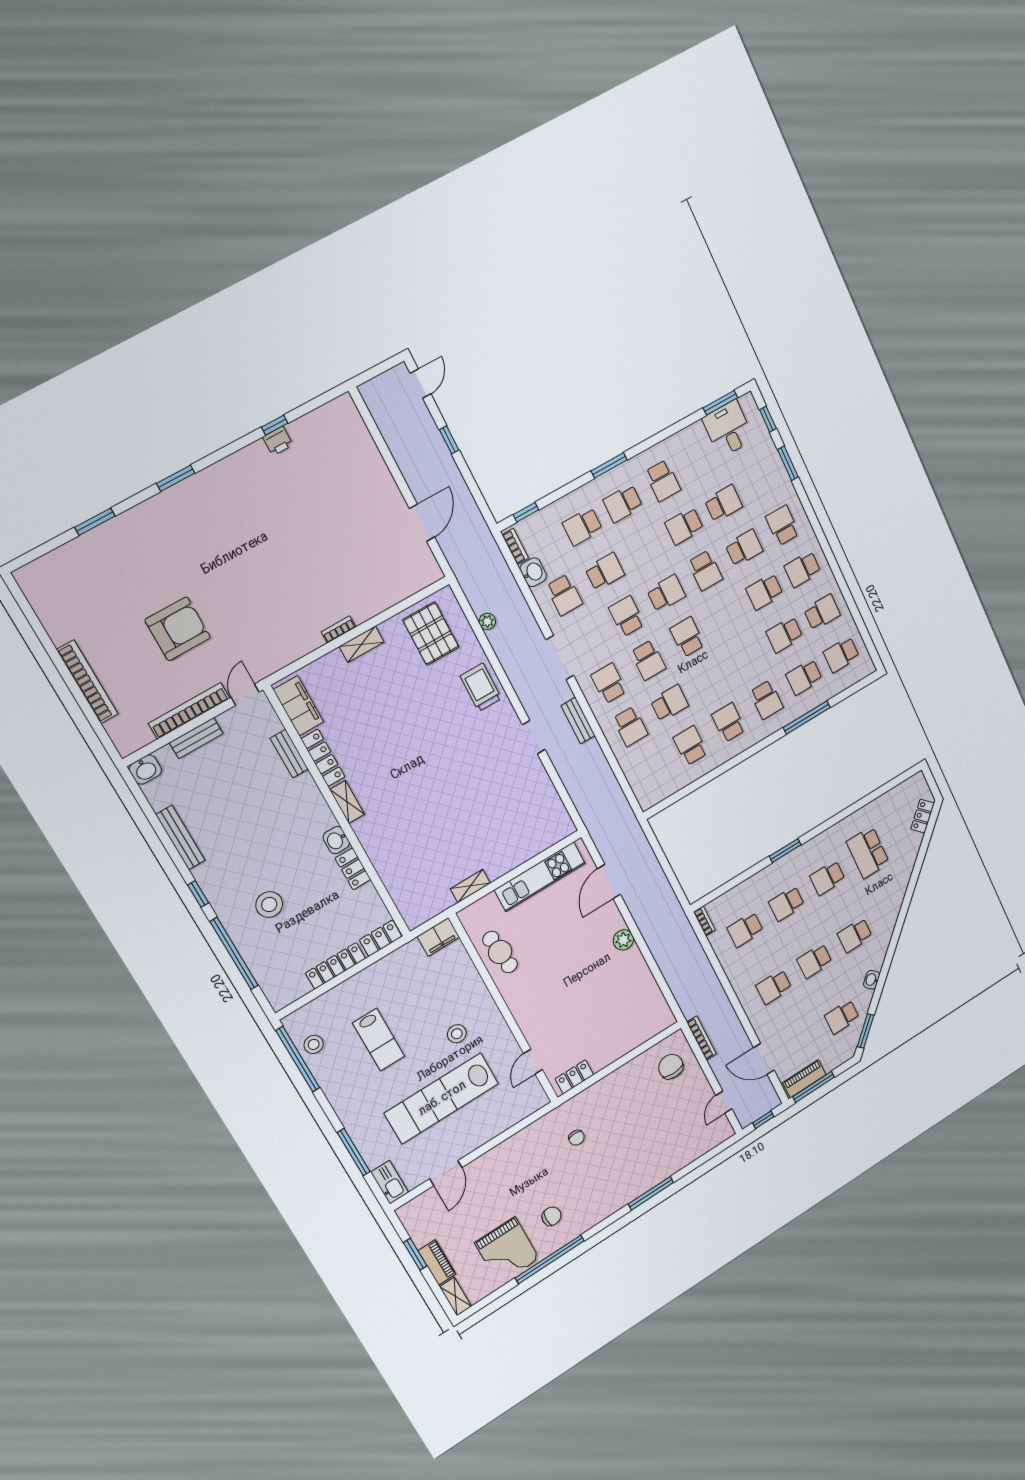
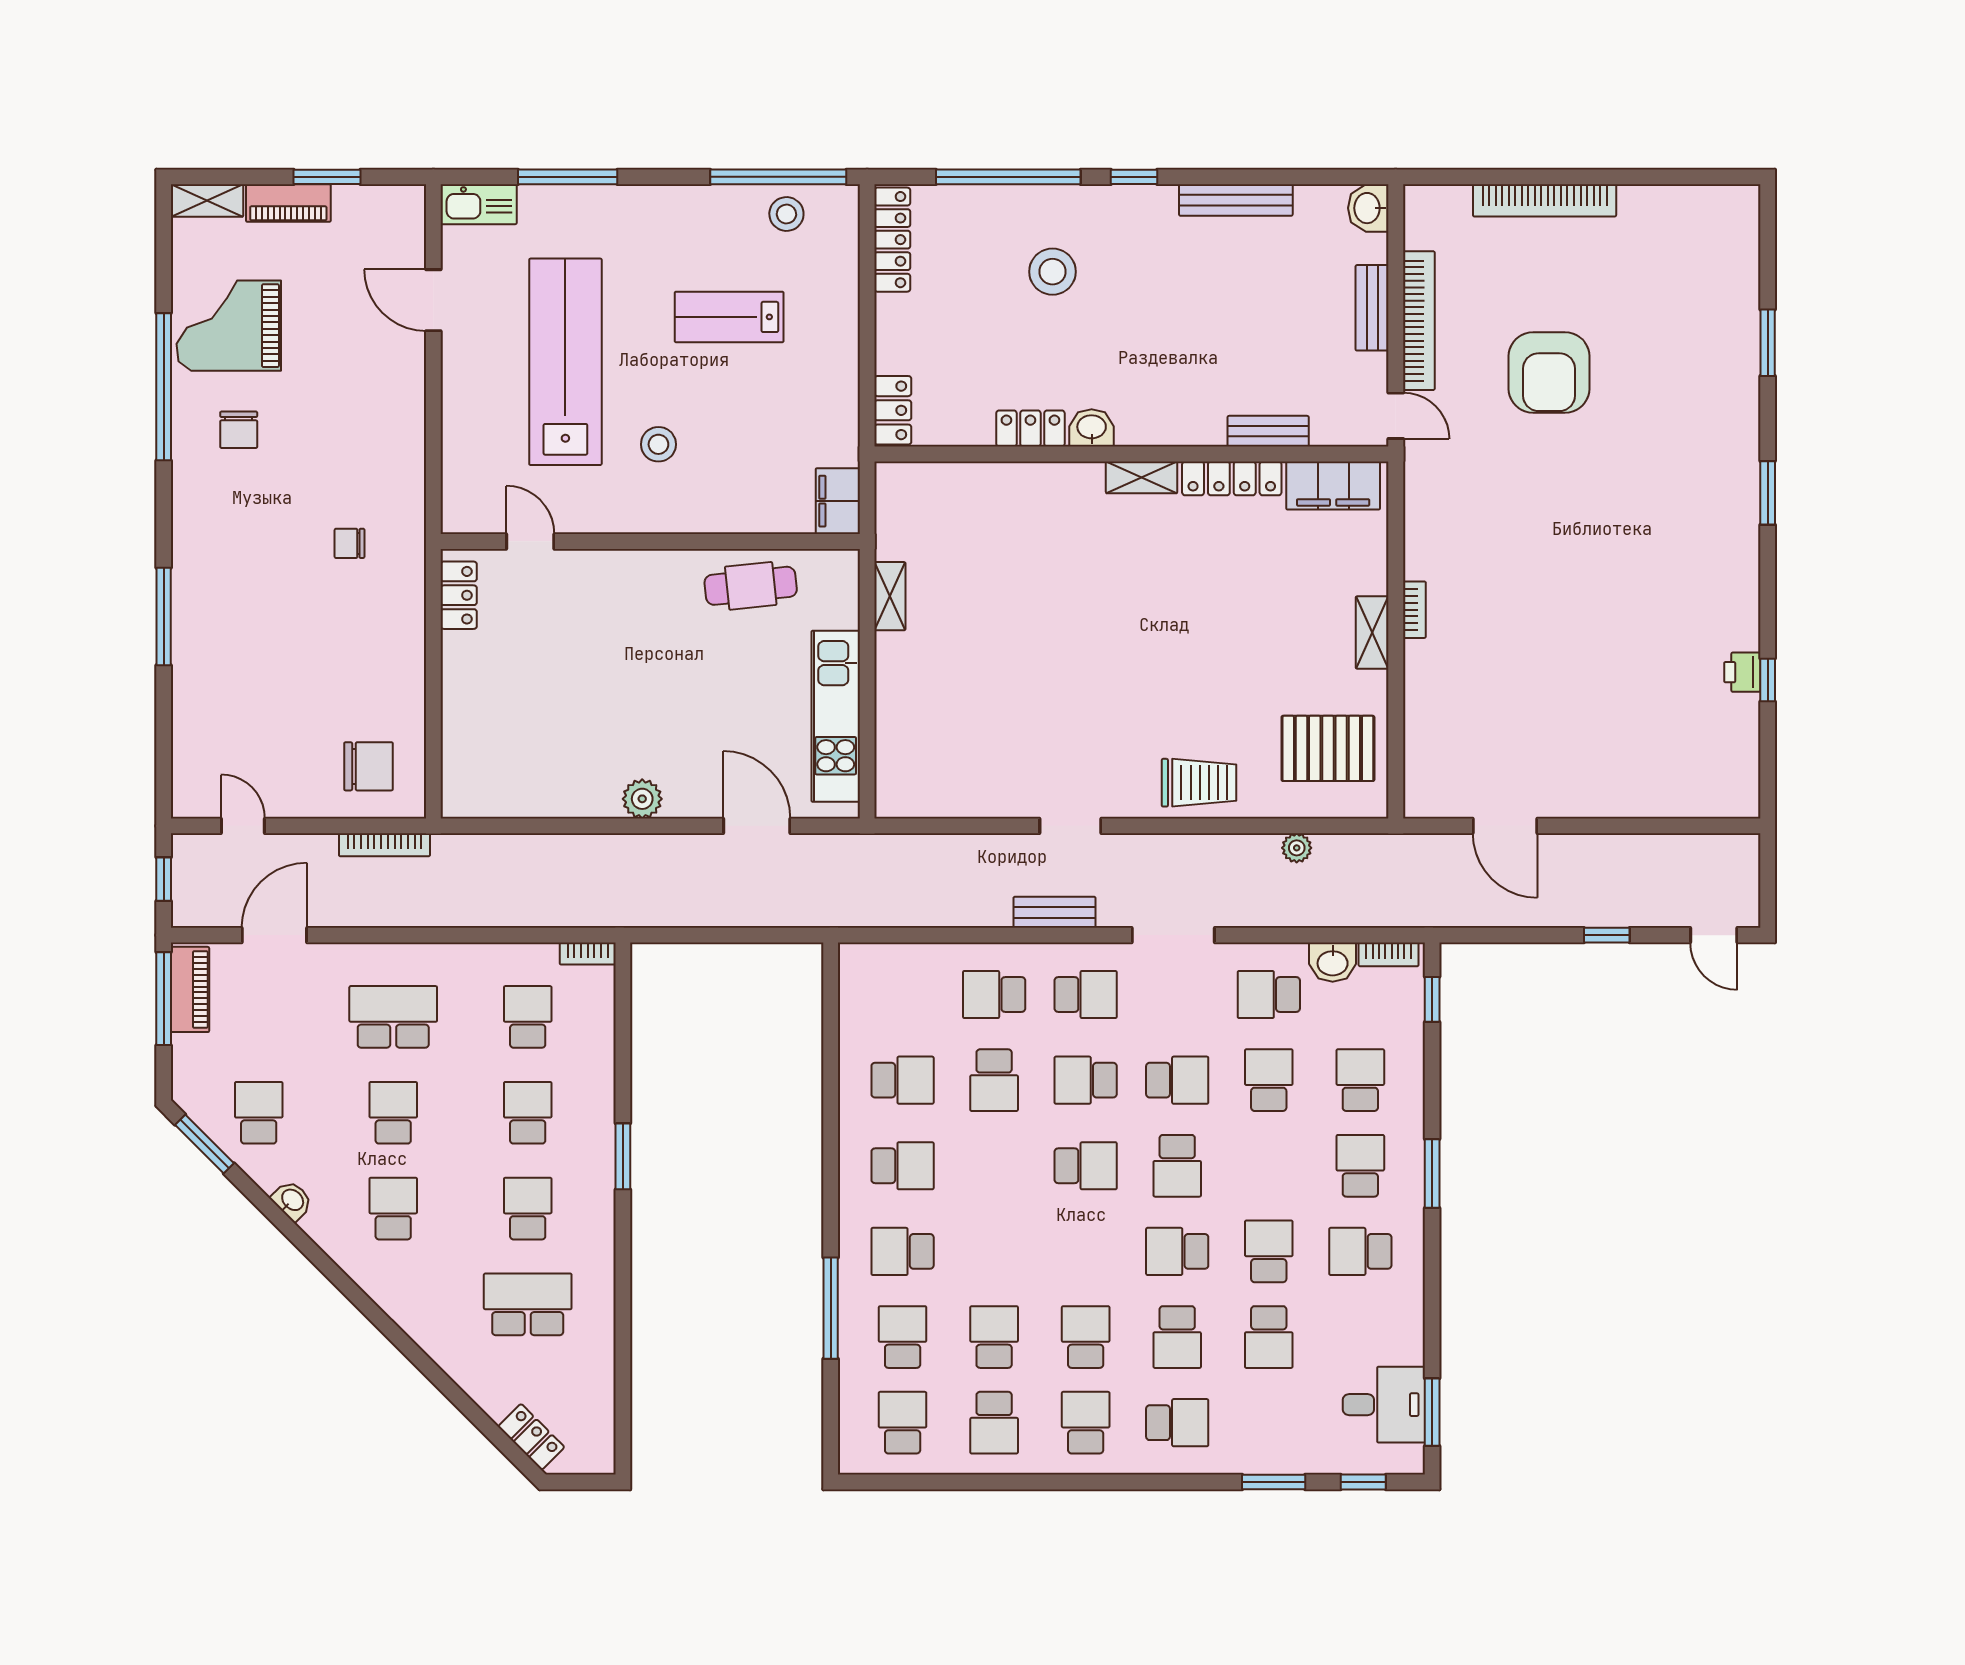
school desk: (605, 572) -> (1269, 1080), turned 180
locker: (336, 966) -> (892, 240), moved
school desk: (774, 987) -> (393, 1017), width x1.85

